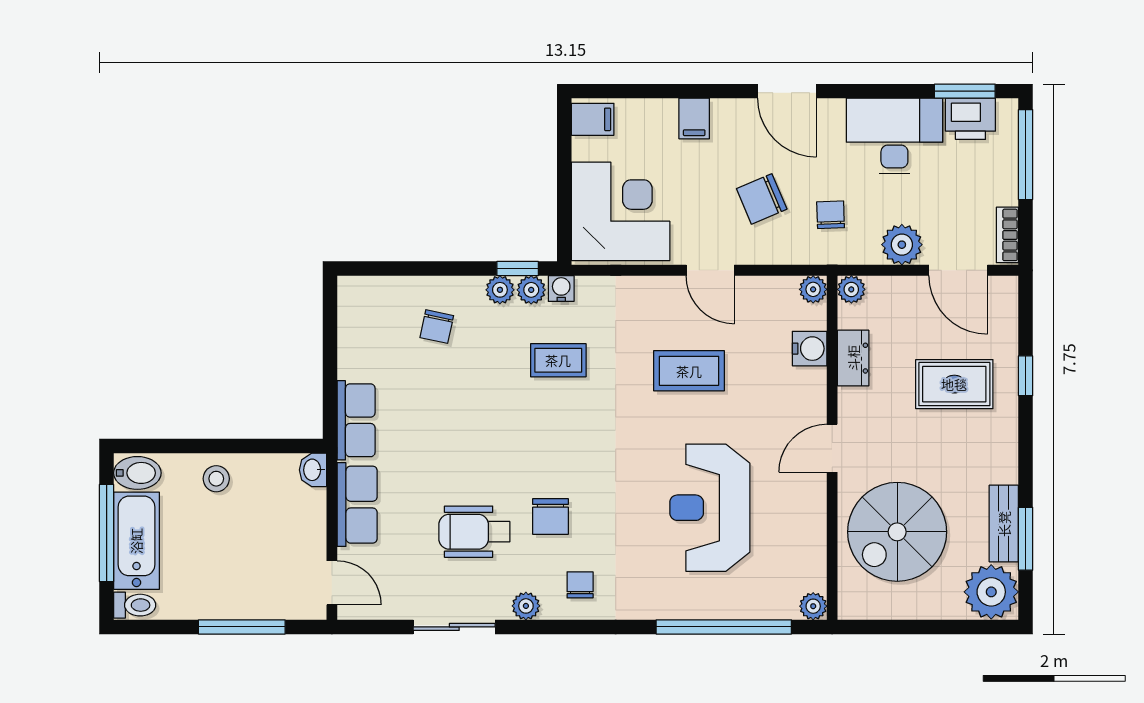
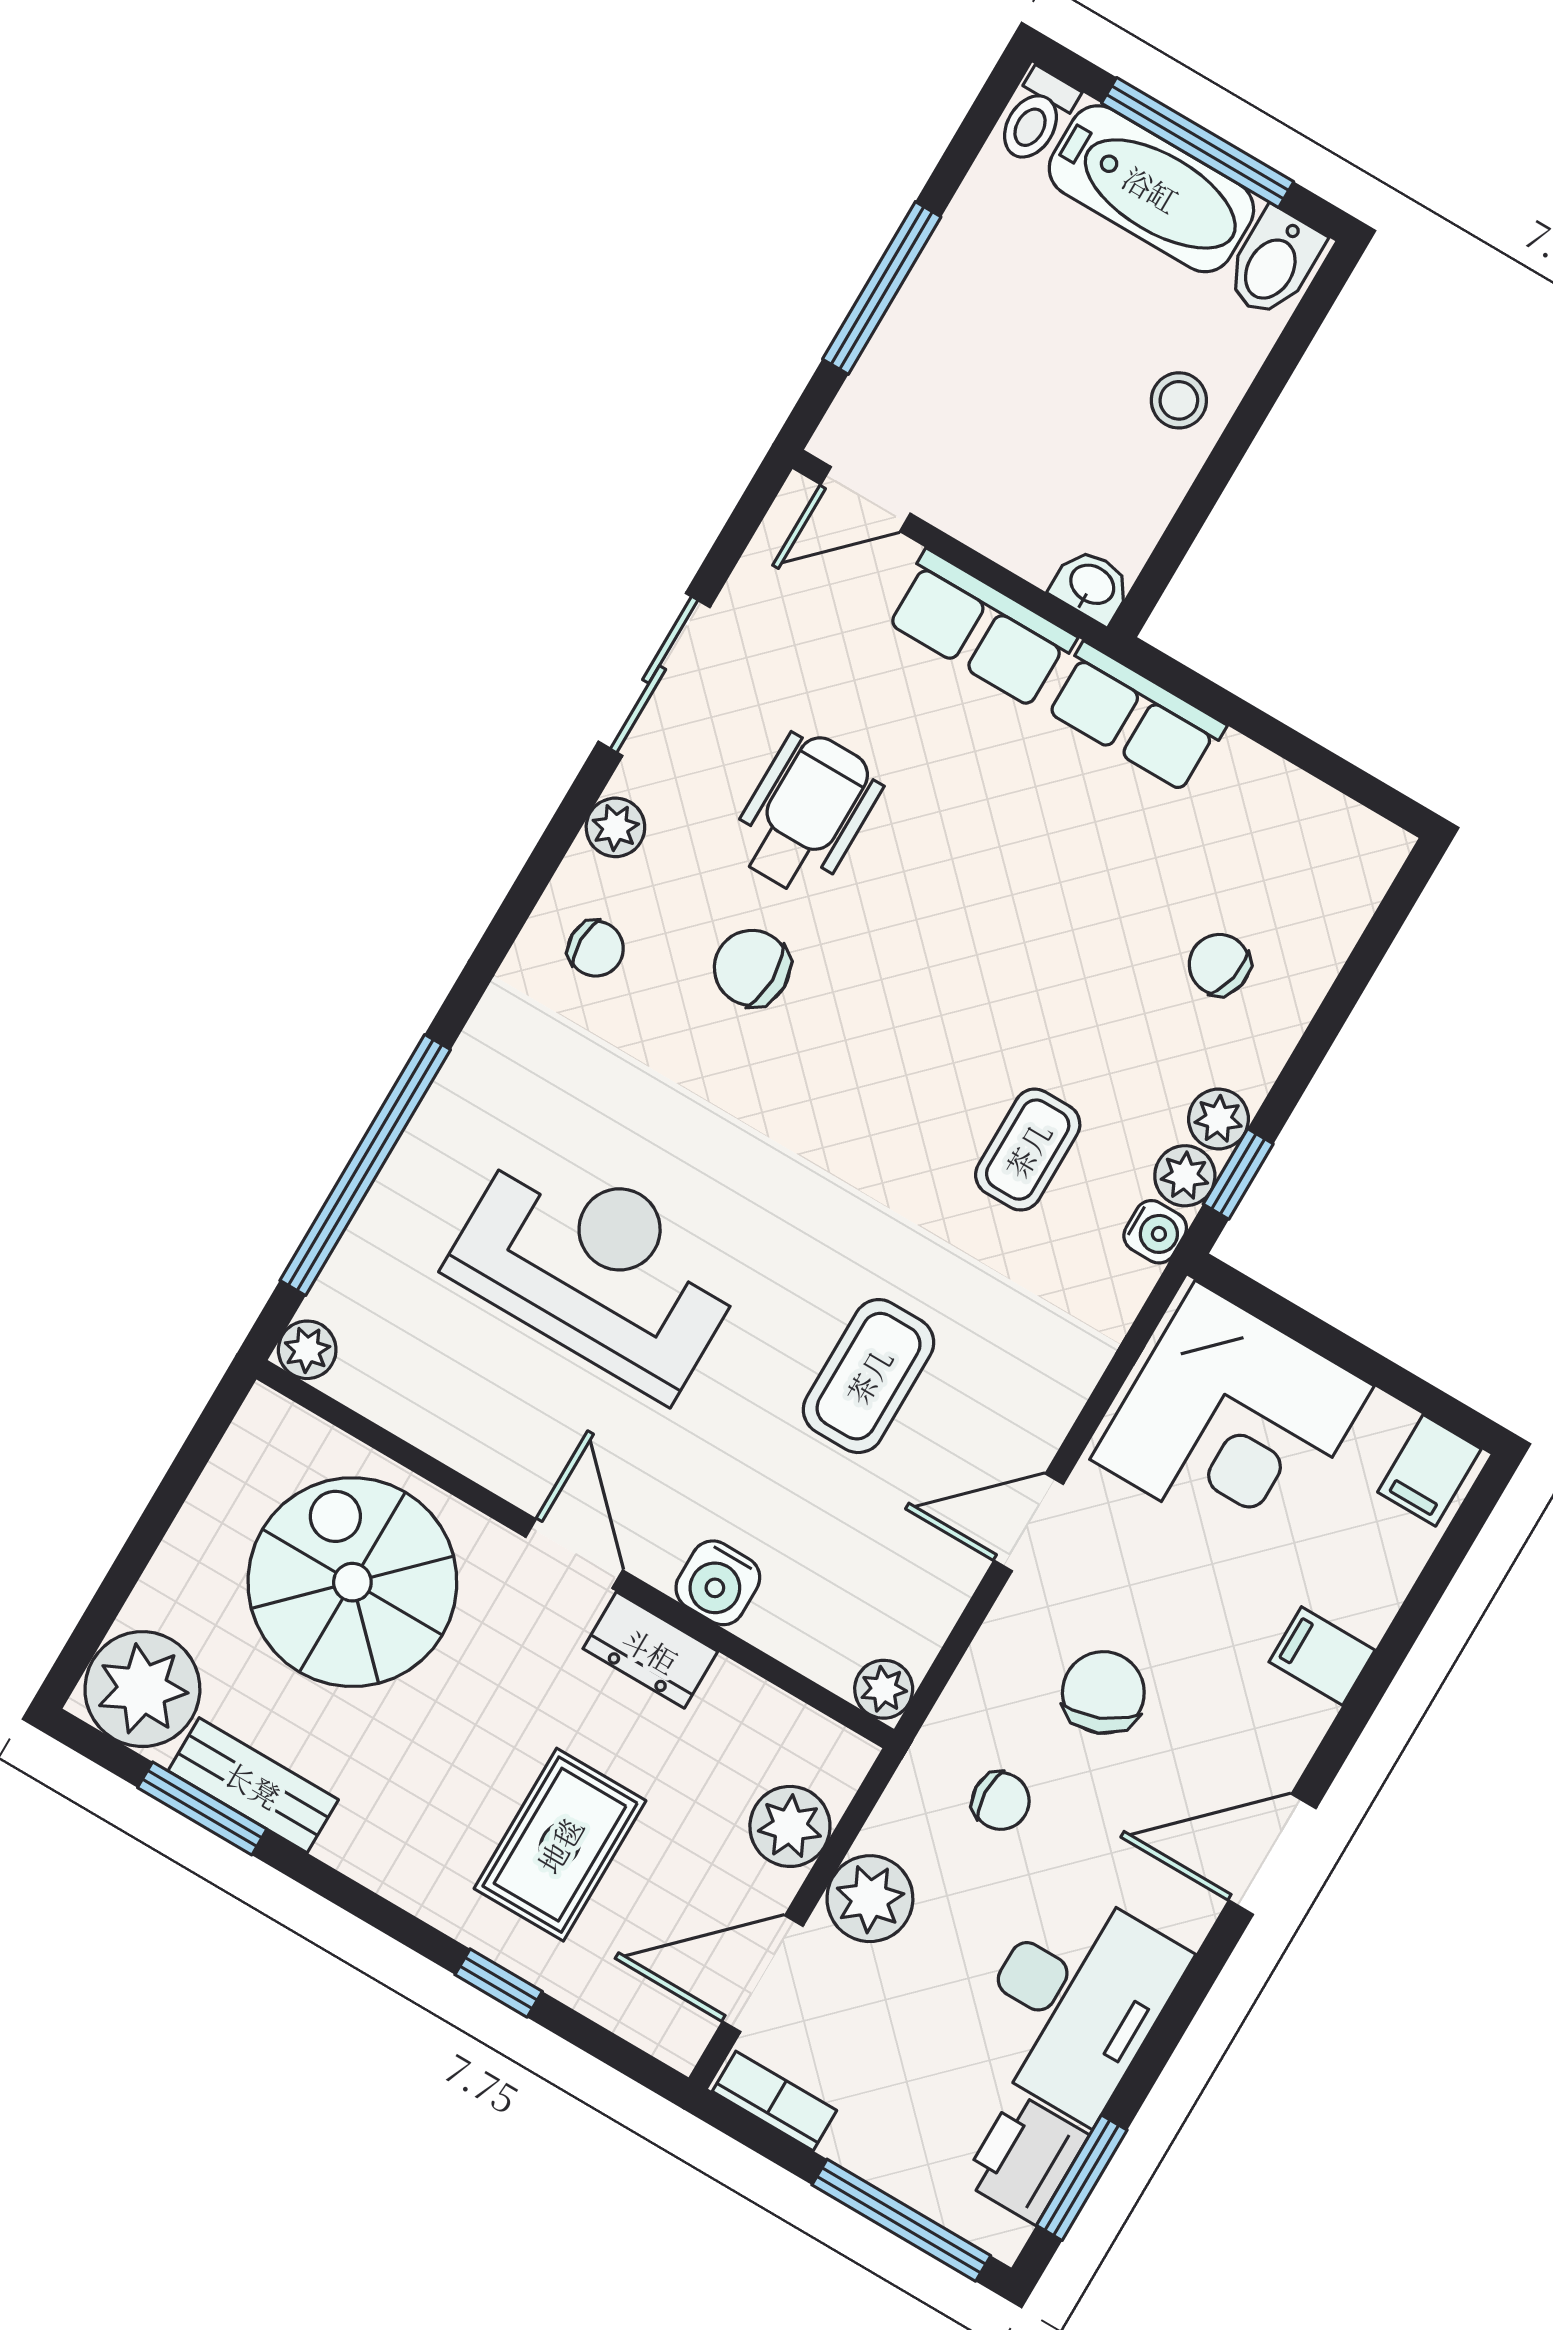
plant: (851, 289) -> (790, 1826), moved, width x1.38, depth x1.38
water cooler: (810, 349) -> (718, 1583), moved
dresser: (853, 358) -> (650, 1650), moved

